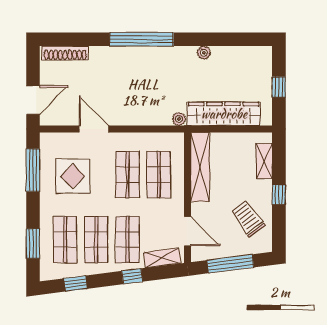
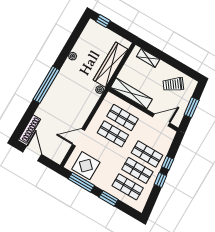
window: (279, 87) -> (103, 21), moved
door: (33, 100) -> (32, 153), moved
display table: (73, 176) -> (86, 166), moved
window: (279, 195) -> (170, 61), removed
window: (33, 243) -> (109, 198), moved
shelving: (162, 258) -> (167, 141), removed
window: (230, 264) -> (192, 107), width x0.69
window: (76, 284) -> (160, 180), moved

